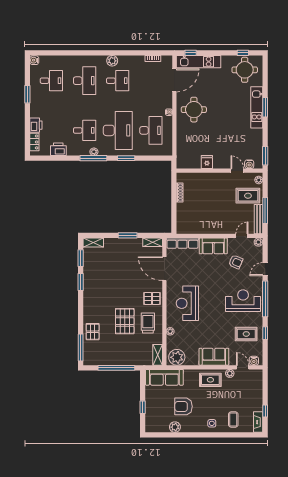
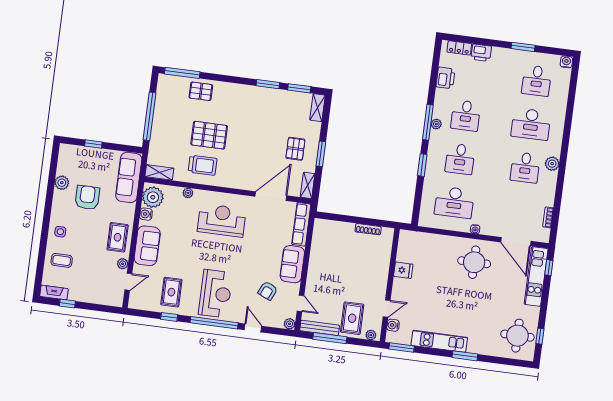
kitchen unit: (257, 107) -> (439, 341), moved
desk: (118, 130) -> (460, 159), width x0.53, depth x0.77
pallet: (152, 298) -> (295, 149), moved
water cooler: (254, 361) -> (146, 214), moved

